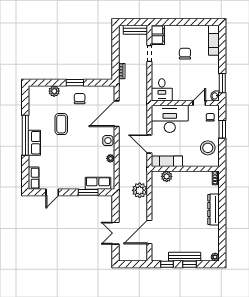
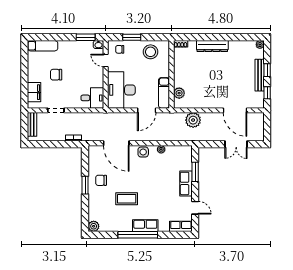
filing cabinet: (158, 35) -> (34, 92), moved, turned 90
plant: (54, 91) -> (94, 226), moved
row of seats: (98, 183) -> (186, 183), moved

